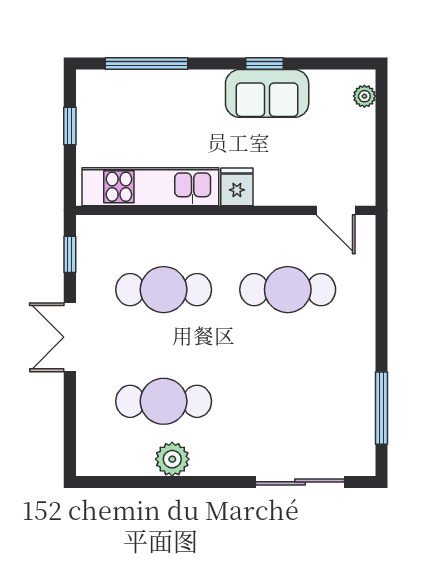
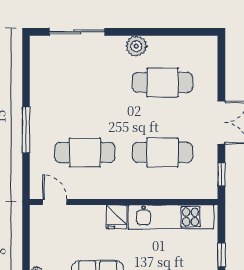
window: (381, 408) -> (26, 130), moved
plant: (172, 459) -> (136, 46), moved

